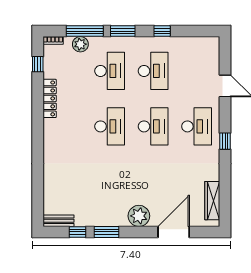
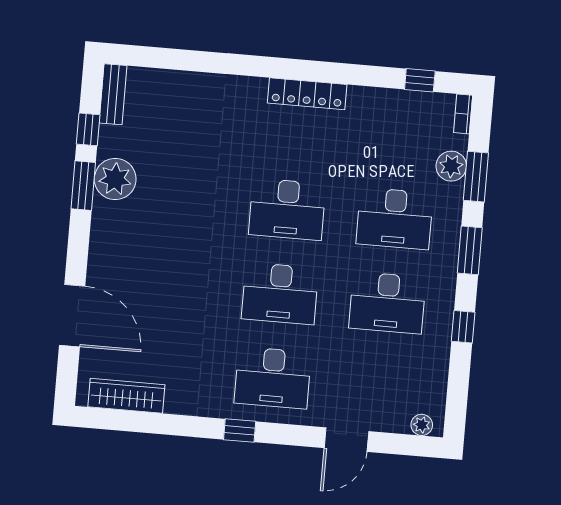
window: (85, 31) -> (476, 177), width x0.69
plant: (214, 48) -> (422, 425), added
locker: (50, 98) -> (307, 94), moved
plant: (139, 216) -> (115, 179), moved

